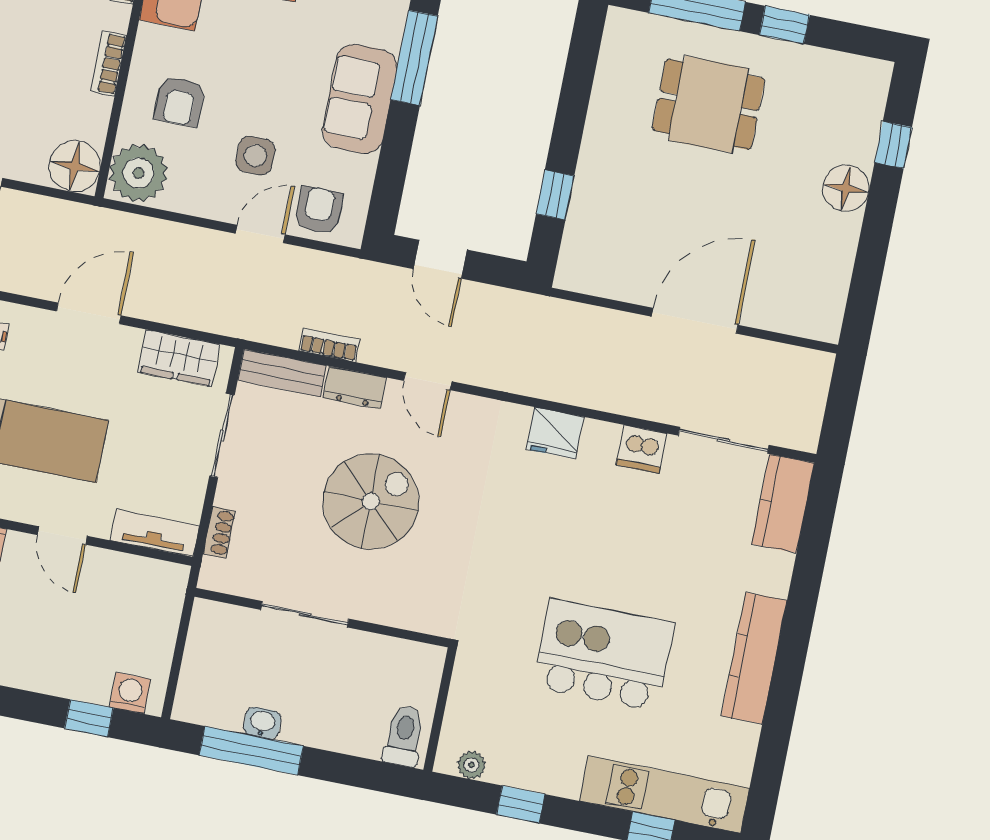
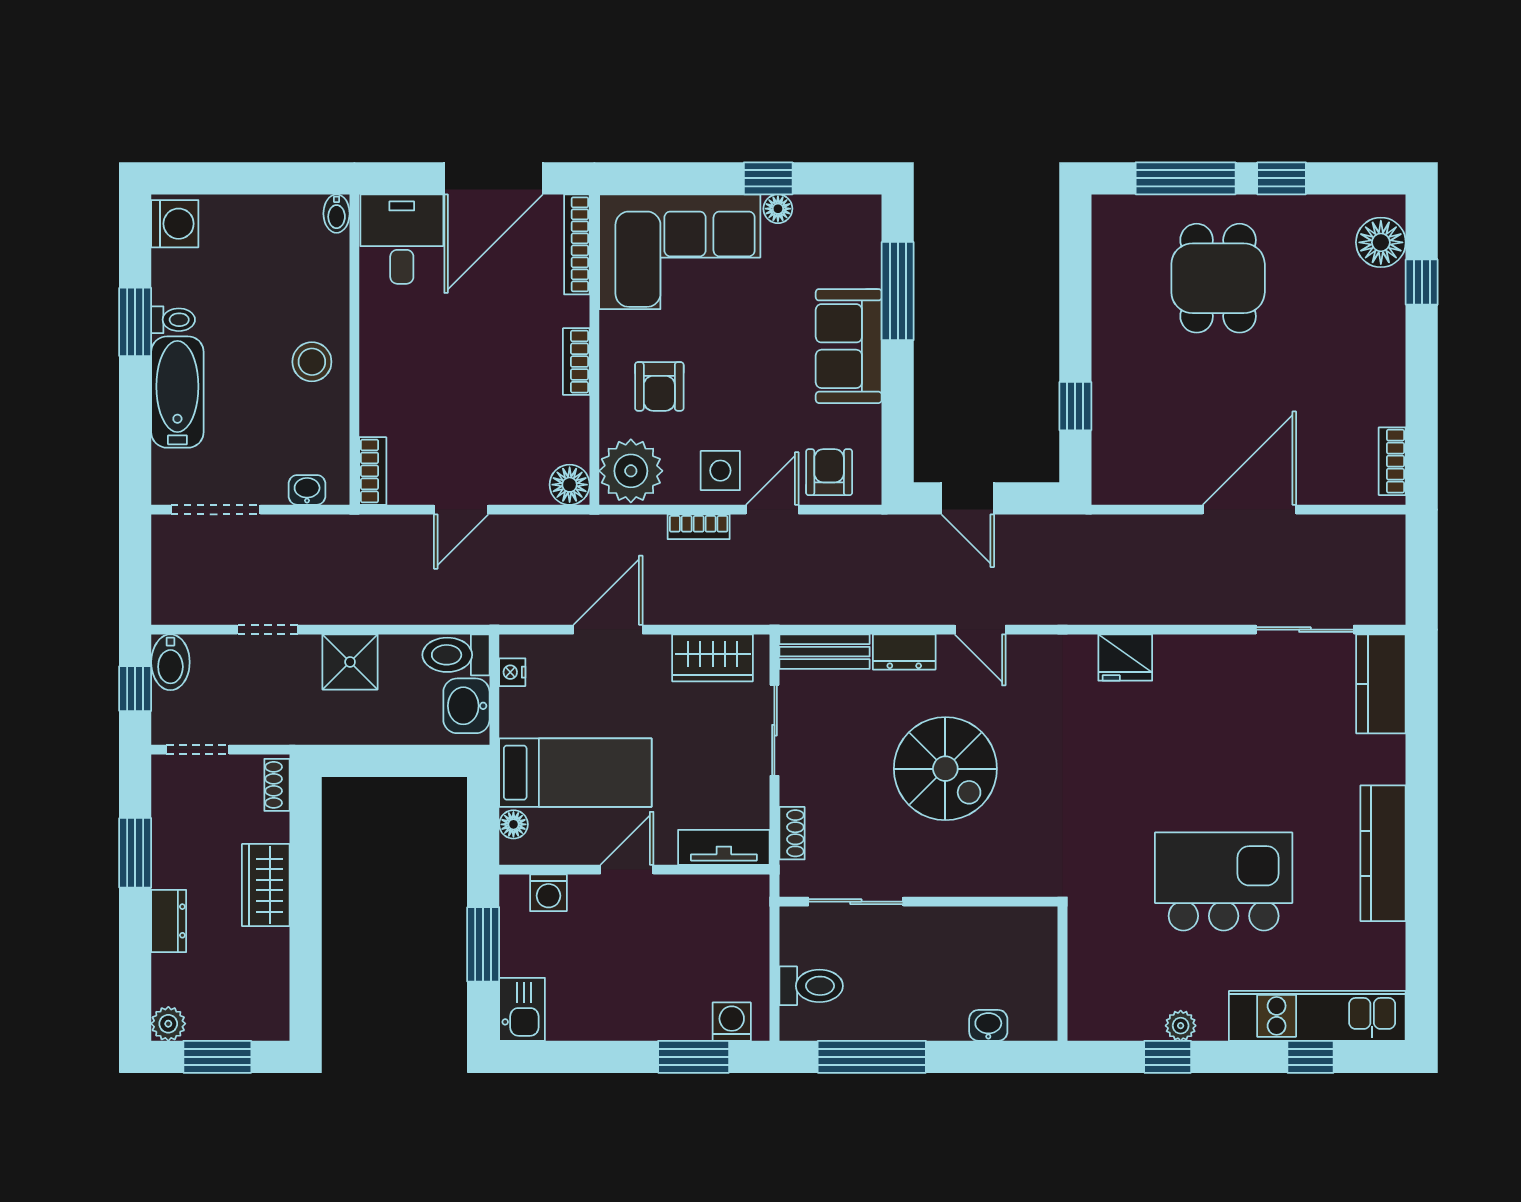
dining table: (708, 104) -> (1218, 278), turned 90
side table: (255, 156) -> (720, 471), moved
floor lamp: (75, 166) -> (570, 485), width x0.73, depth x0.73
floor lamp: (846, 188) -> (1381, 242), moved
bookcase: (834, 303) -> (1392, 461), added
bookcase: (329, 345) -> (699, 527), moved, turned 180
dishwasher: (641, 449) -> (1220, 656), removed
spiral stairs: (371, 501) -> (945, 769), turned 90
door: (62, 535) -> (627, 870), swing flipped
sliding door: (305, 614) -> (856, 902), moved
window: (89, 718) -> (694, 1057), width x1.50
washbasin: (262, 723) -> (988, 1025), moved
toilet: (404, 736) -> (811, 986), moved, turned 90
plant: (471, 765) -> (1181, 1026), moved

